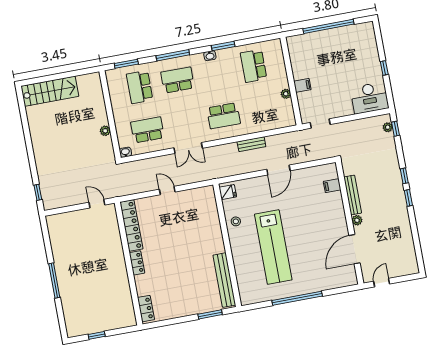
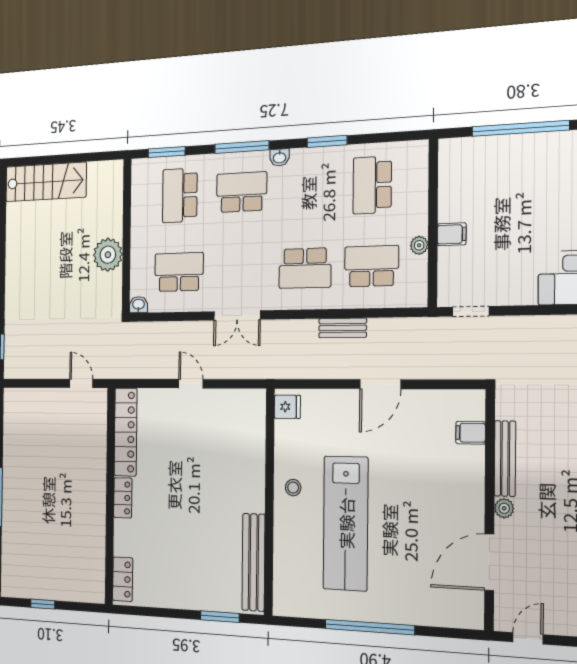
washbasin: (210, 56) -> (280, 157), moved
school desk: (261, 109) -> (372, 266), added
plant: (105, 131) -> (108, 255), width x1.88, depth x1.88
stool: (236, 221) -> (293, 488), moved

